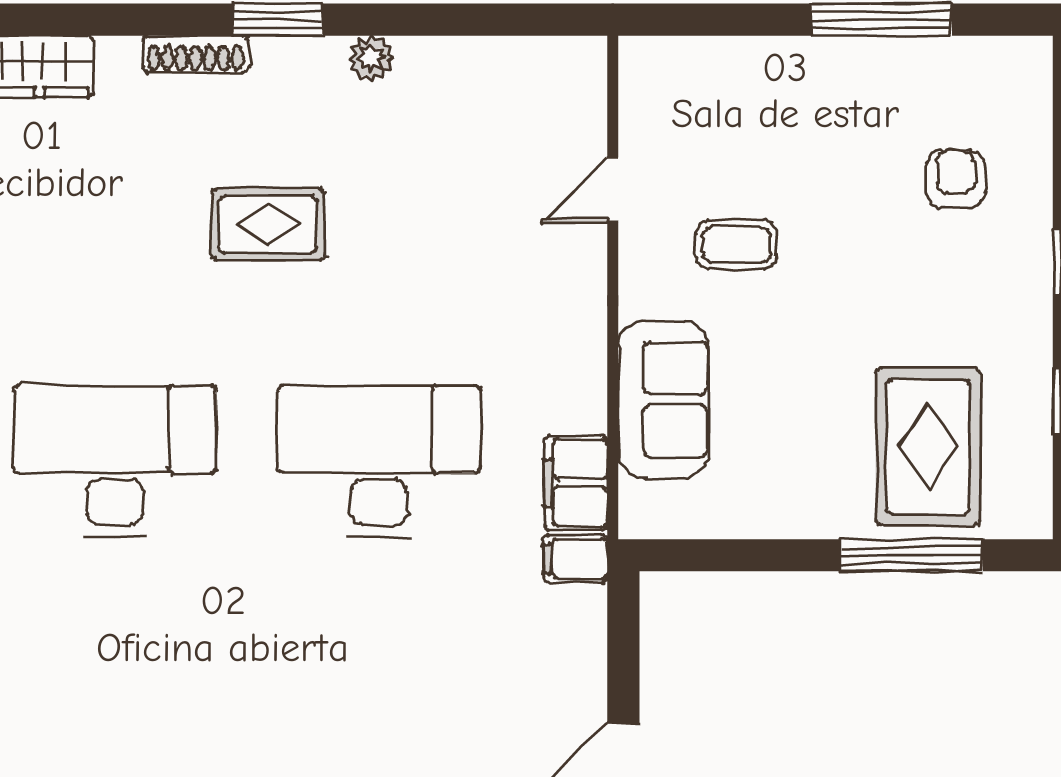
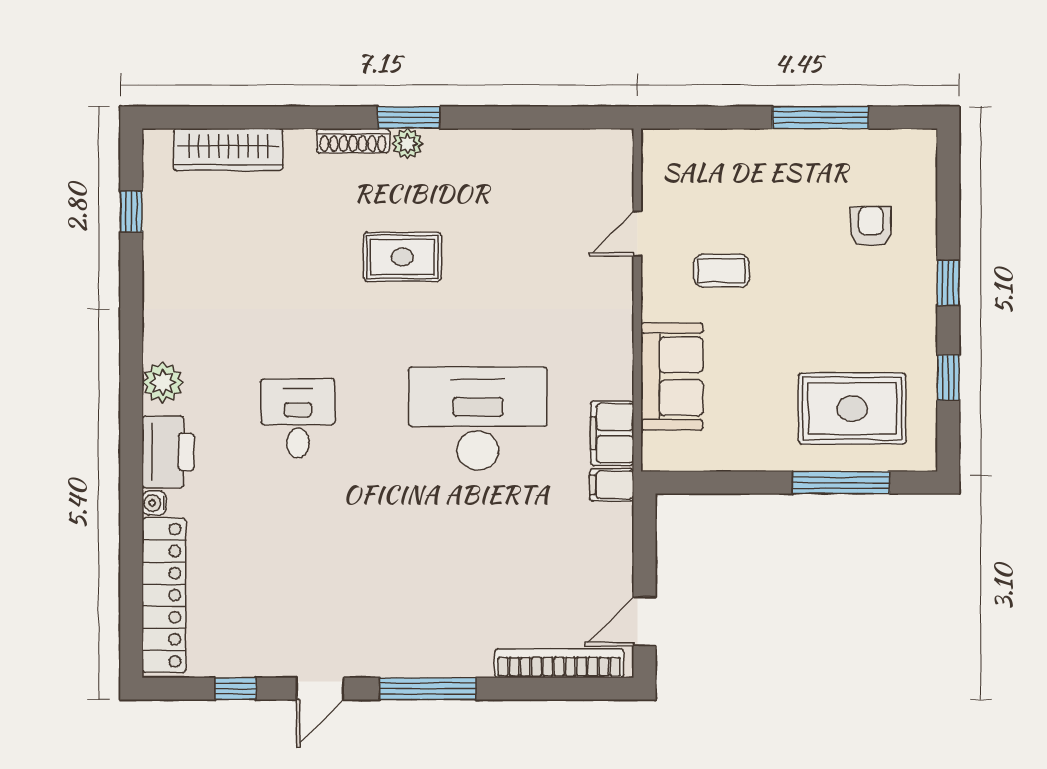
plant: (371, 58) -> (408, 144), moved
rug: (928, 447) -> (852, 409), turned 90
desk: (115, 461) -> (298, 418), width x0.53, depth x0.77

